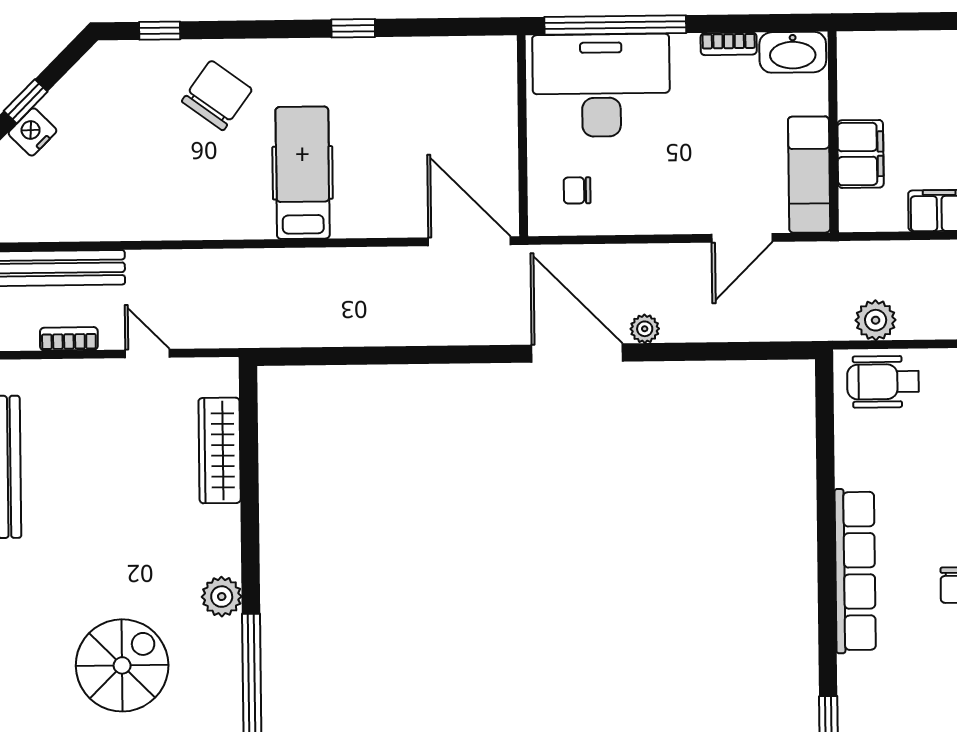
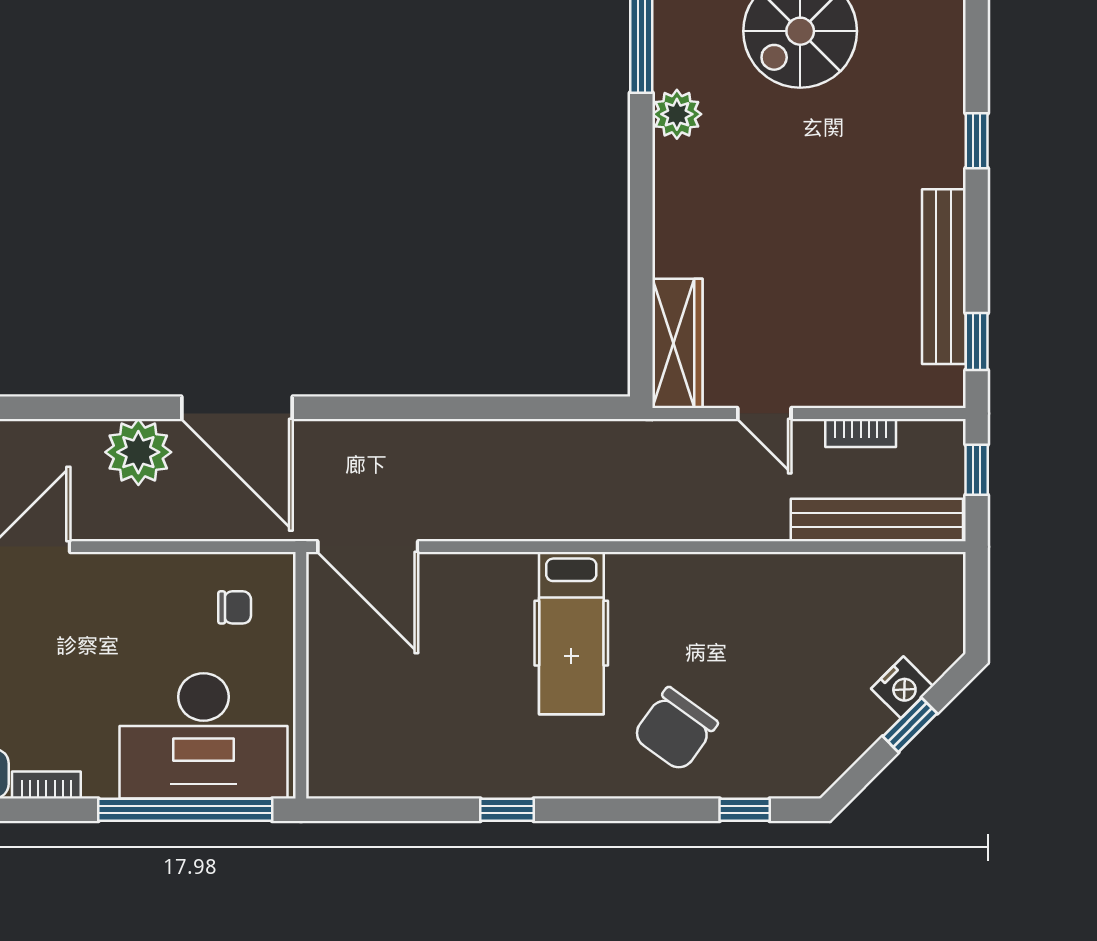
plant: (645, 329) -> (138, 452), width x1.88, depth x1.88
wardrobe: (220, 450) -> (677, 343), moved

